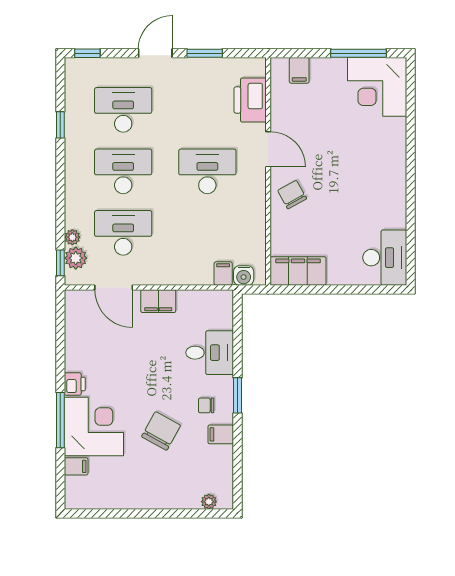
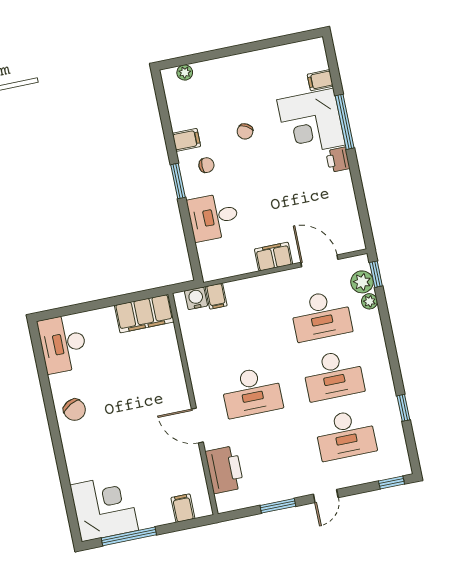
door: (155, 53) -> (326, 496), width x0.73
chair: (292, 195) -> (75, 410), moved
chair: (161, 431) -> (245, 131), width x0.54, depth x0.54

